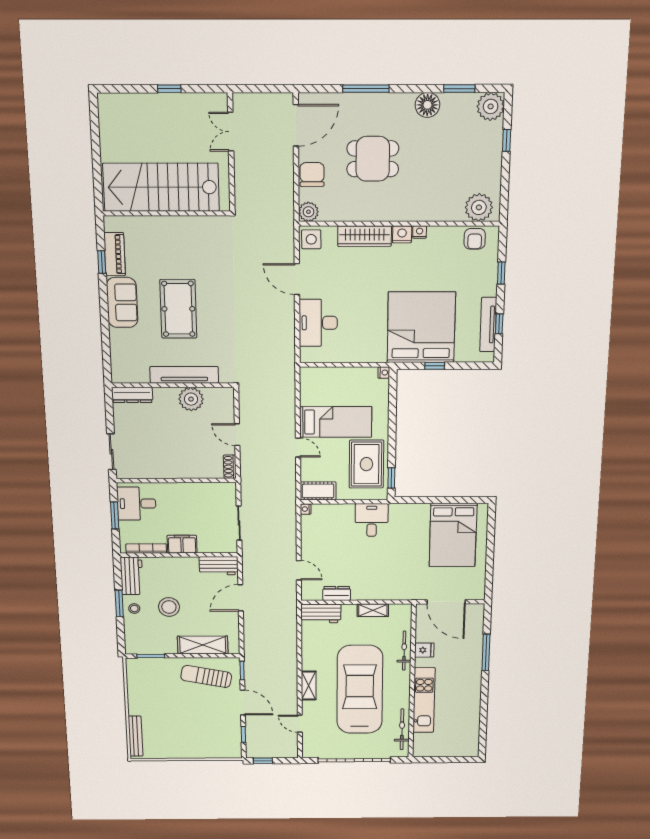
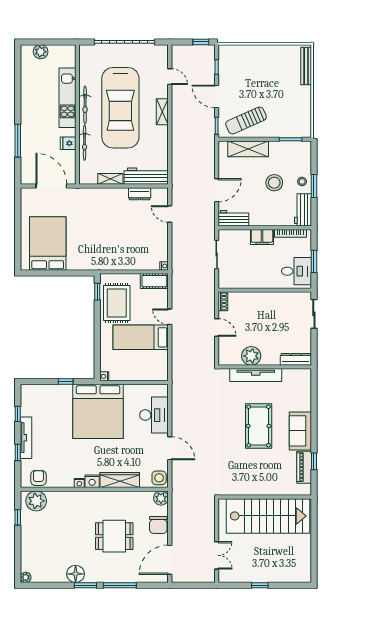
window: (459, 89) -> (85, 585), moved
plant: (491, 106) -> (26, 577), width x0.53, depth x0.53
window: (507, 140) -> (18, 517), moved
tv unit: (488, 325) -> (26, 438), moved
bed: (421, 327) -> (98, 411), moved
desk: (372, 520) -> (112, 257), removed
workbench: (321, 614) -> (146, 176), width x1.38
sun lounger: (206, 676) -> (246, 120), turned 145
bicycle: (402, 729) -> (85, 105), moved
plant: (455, 749) -> (41, 52), added

